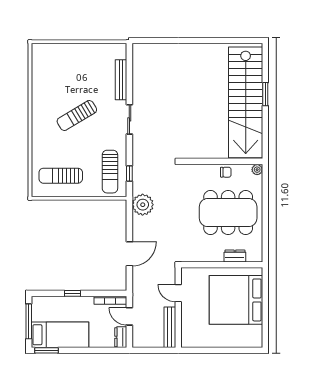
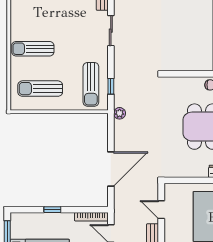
sun lounger: (77, 116) -> (33, 49), moved, turned 31
plant: (143, 205) -> (120, 113), width x0.53, depth x0.53
door: (129, 254) -> (111, 169), width x1.36

